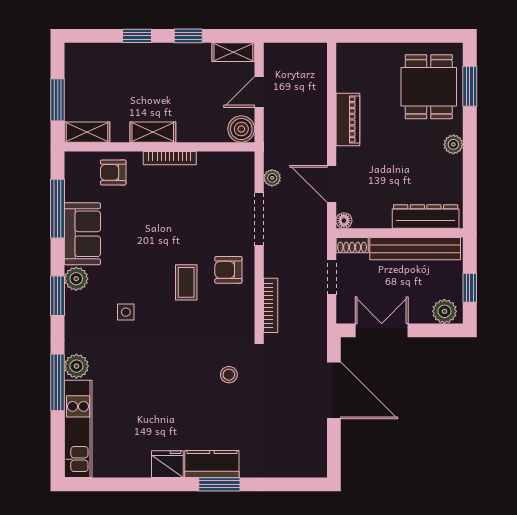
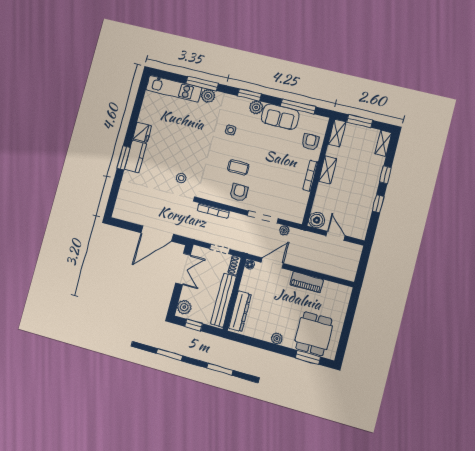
shelving: (233, 52) -> (383, 143), moved
dining table: (429, 87) -> (314, 334), turned 90

